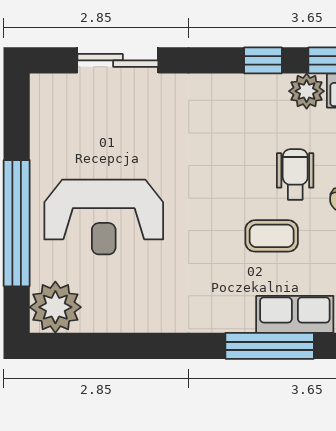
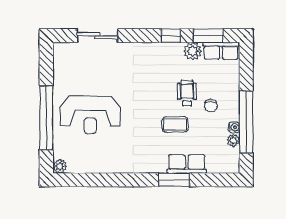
plant: (55, 307) -> (60, 166), width x0.53, depth x0.53
window: (270, 346) -> (174, 180), width x0.69

